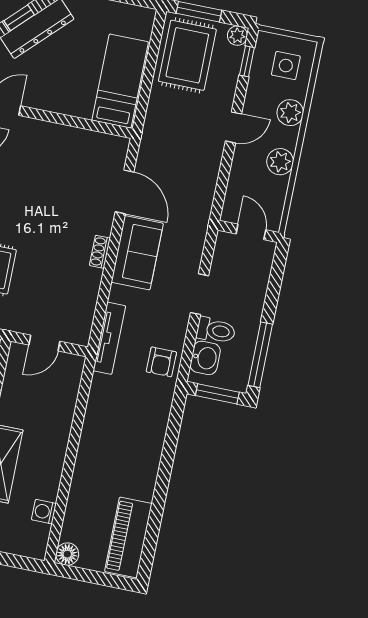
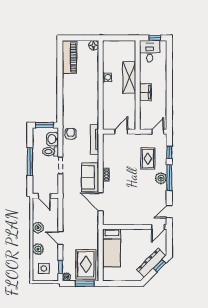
door: (233, 127) -> (60, 238), hinge flipped
window: (260, 355) -> (30, 162), moved
washing machine: (44, 512) -> (107, 77), moved

